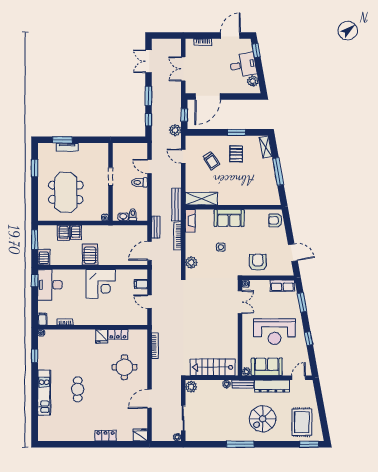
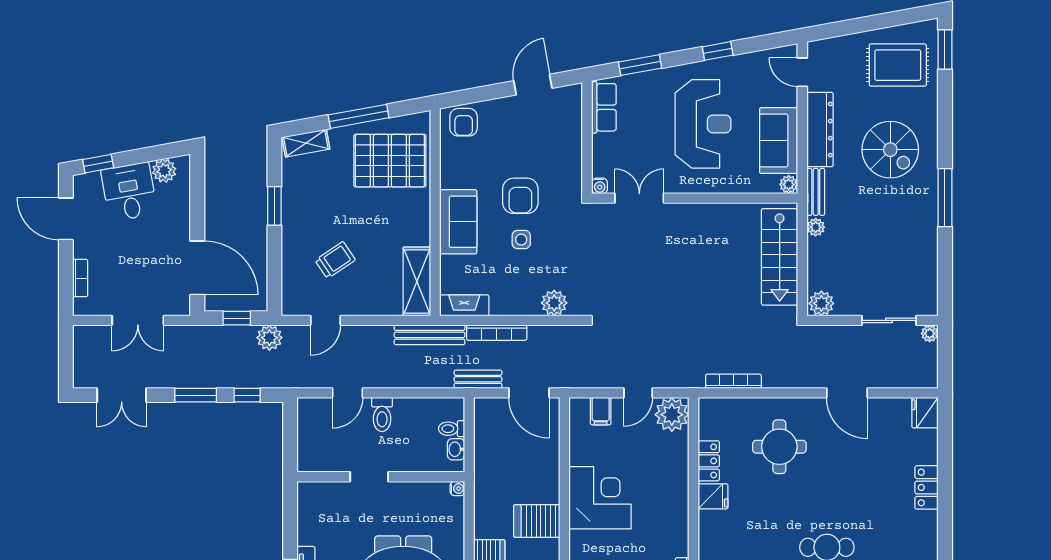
pallet: (236, 154) -> (390, 161), moved, width x2.05, depth x2.00
armchair: (258, 262) -> (520, 196), moved, turned -90
plant: (139, 317) -> (672, 415), added

